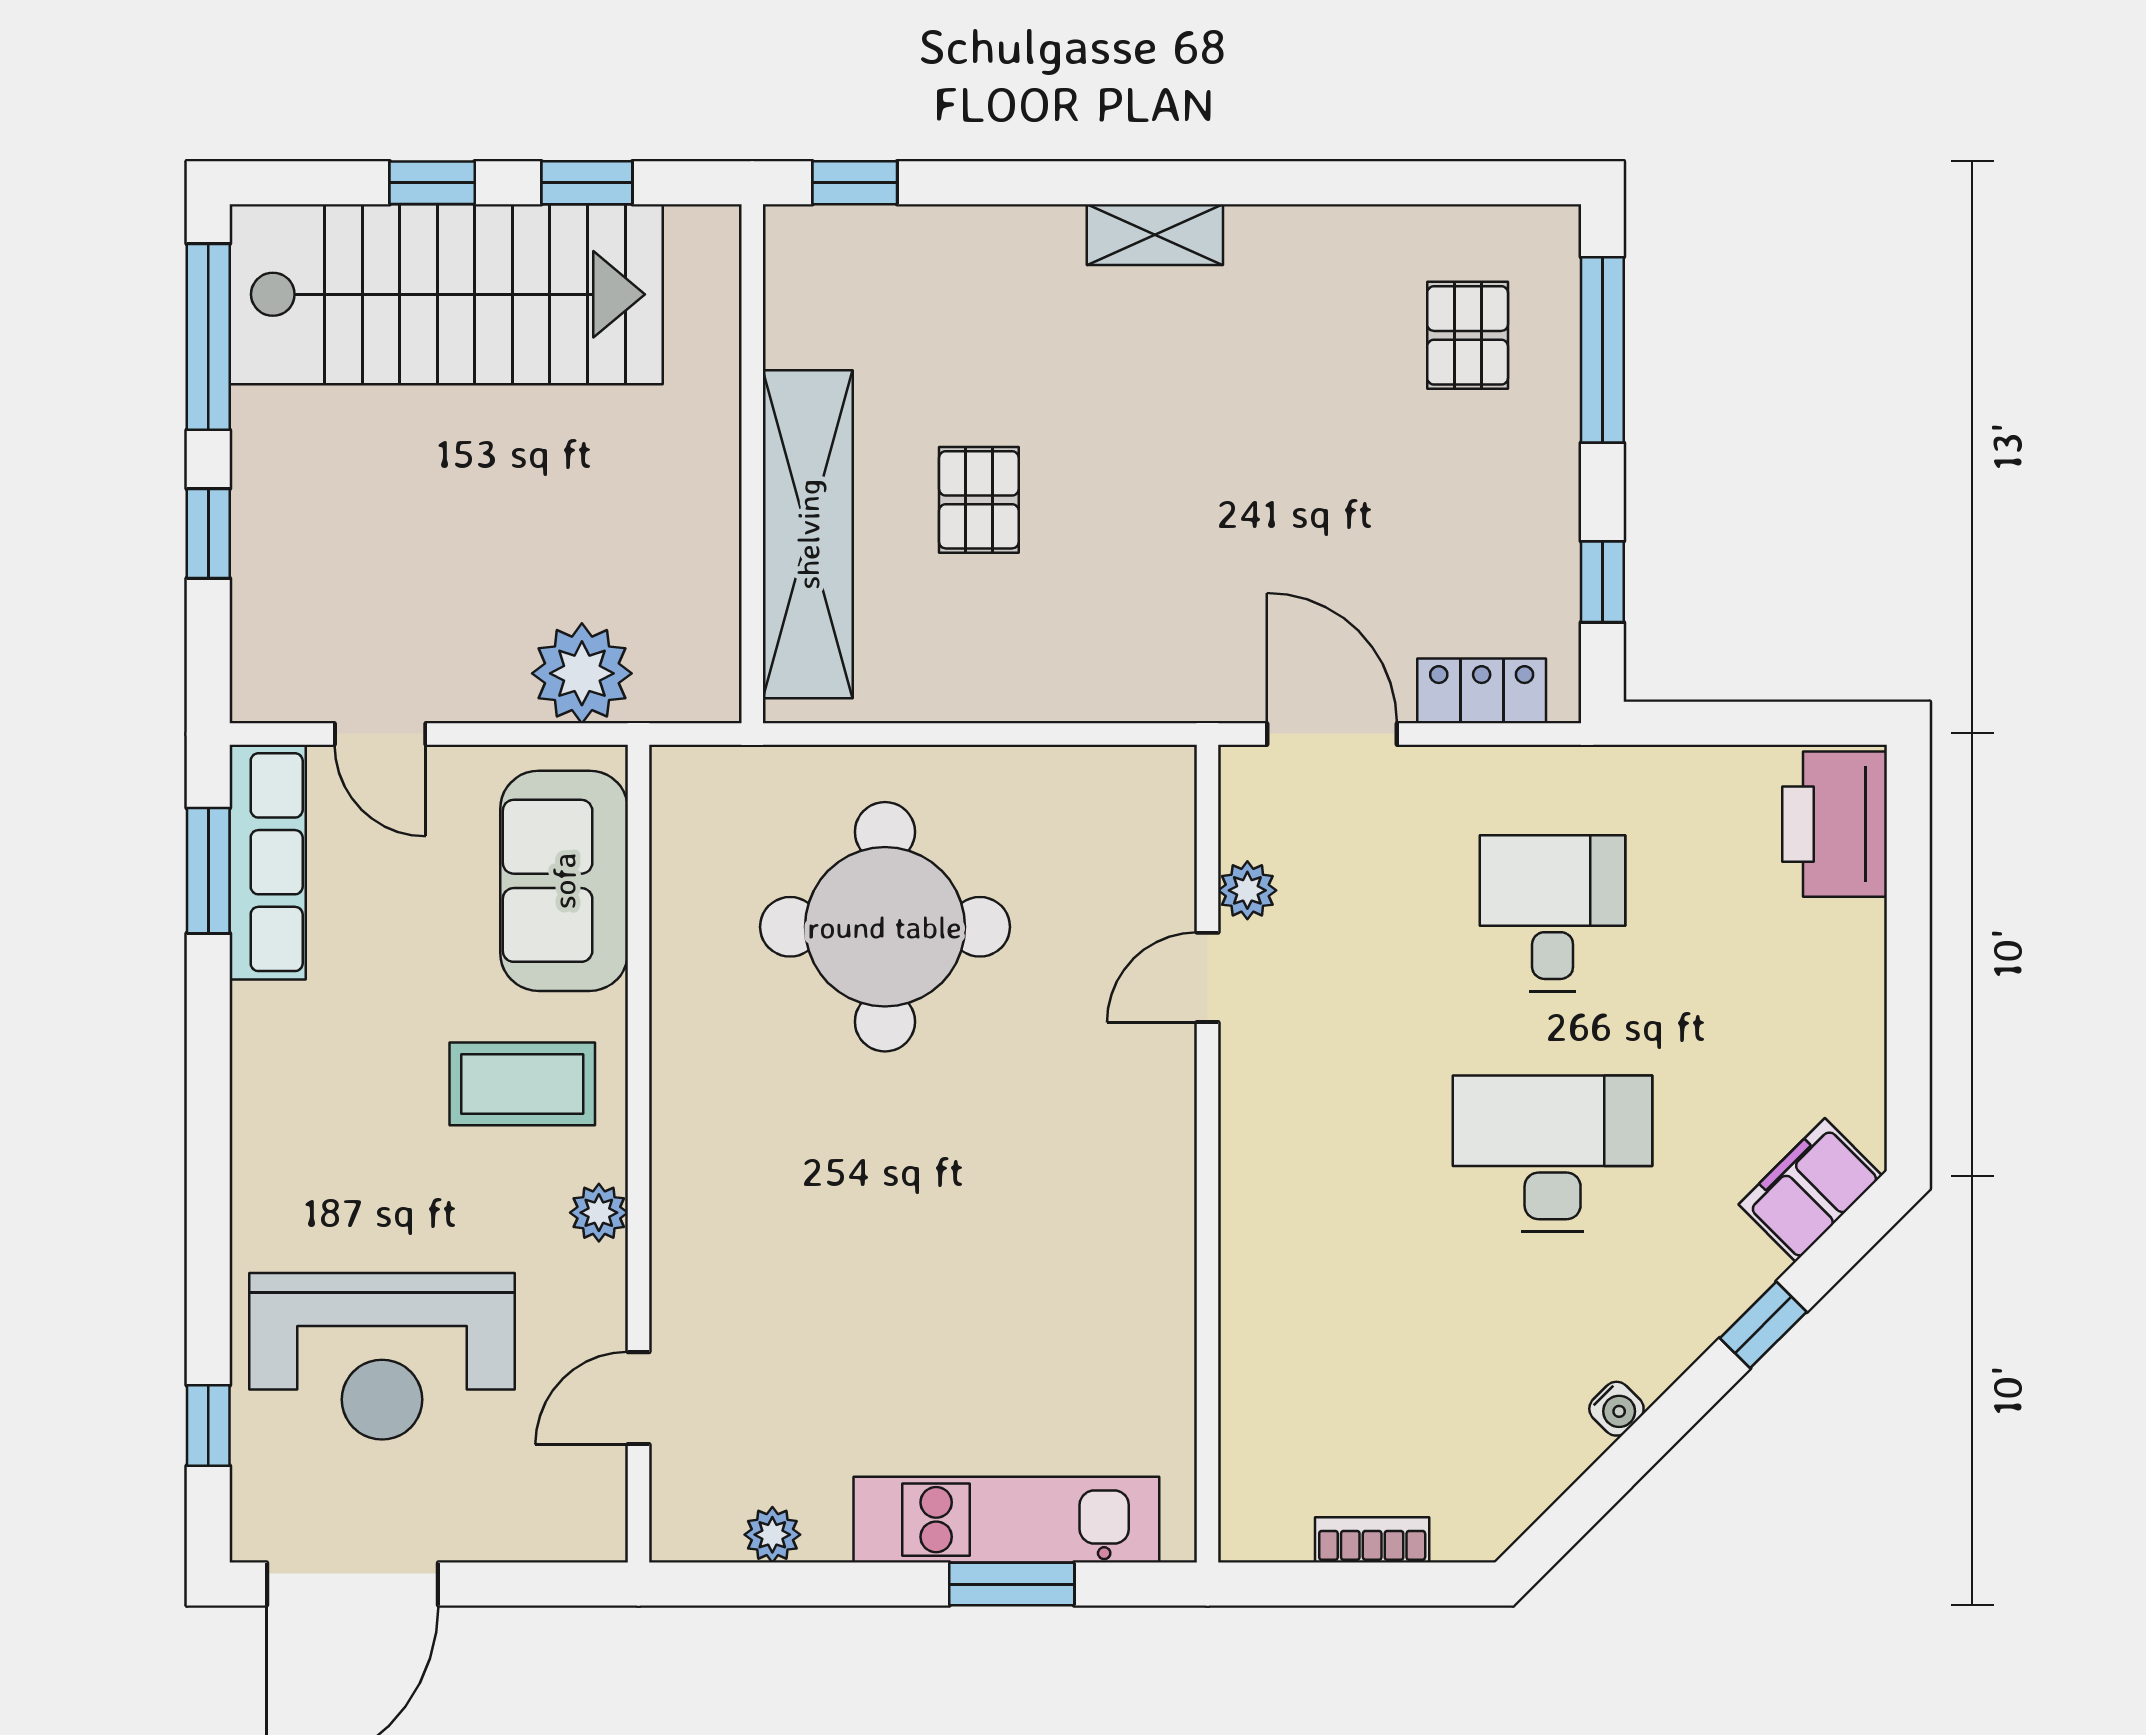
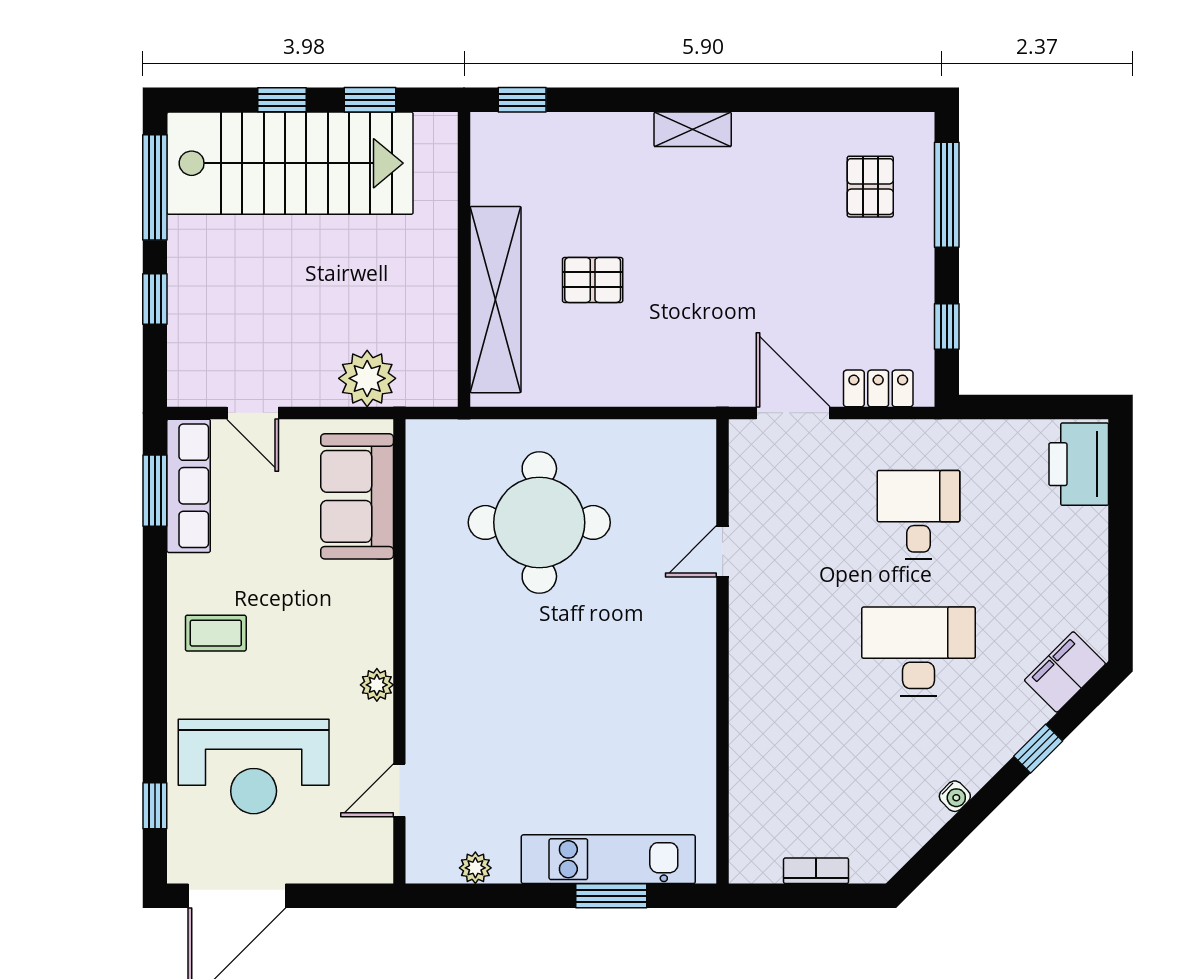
pallet: (979, 500) -> (593, 280), turned 90
plant: (1247, 890) -> (745, 502), removed
coffee table: (522, 1084) -> (216, 633), moved, width x0.73, depth x0.77

